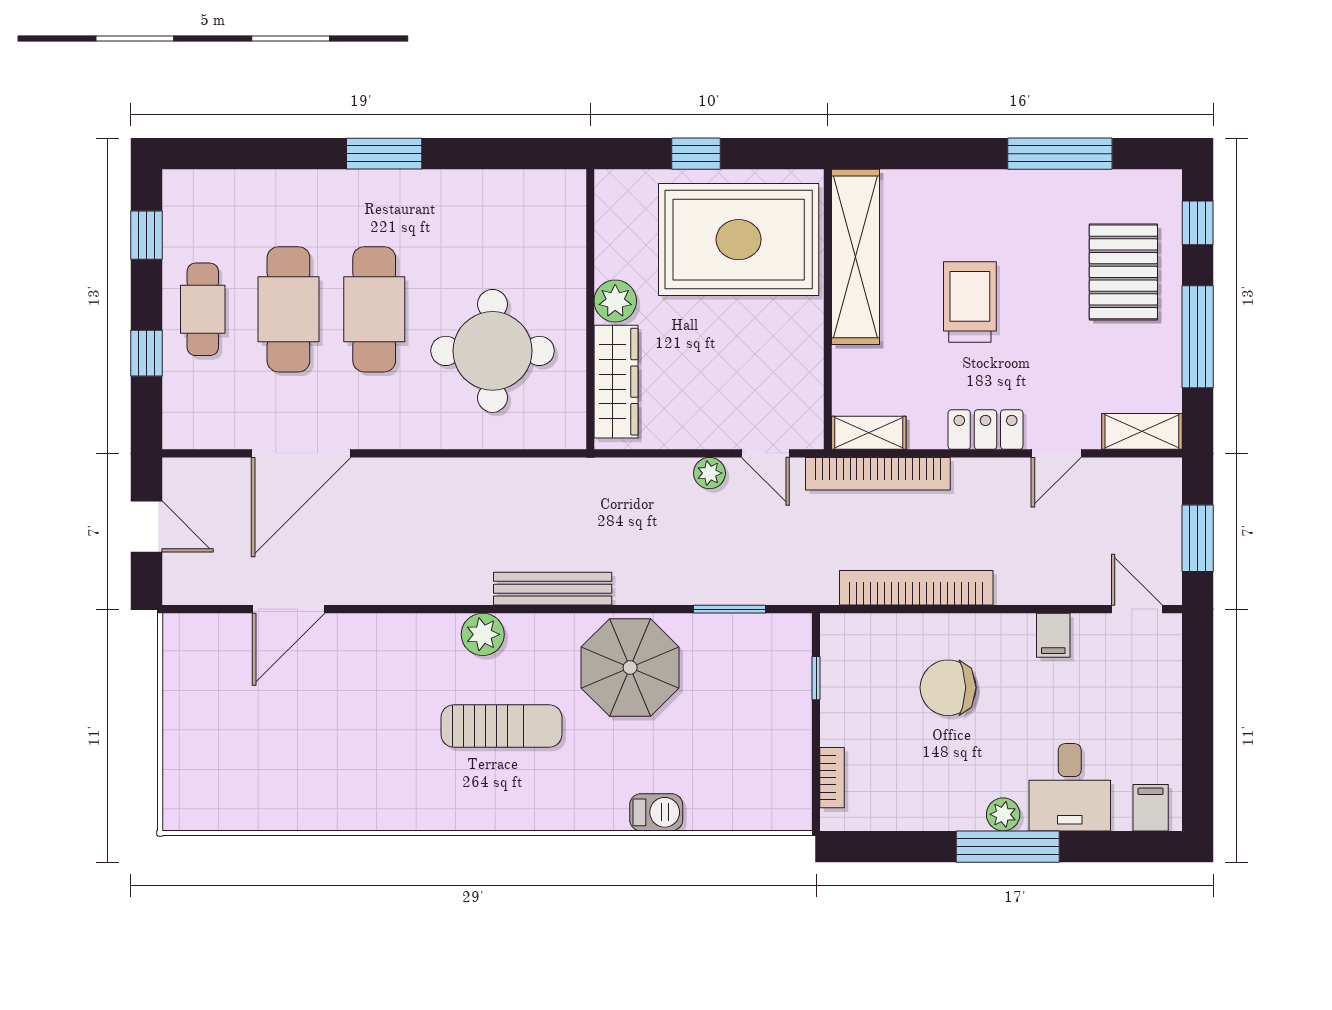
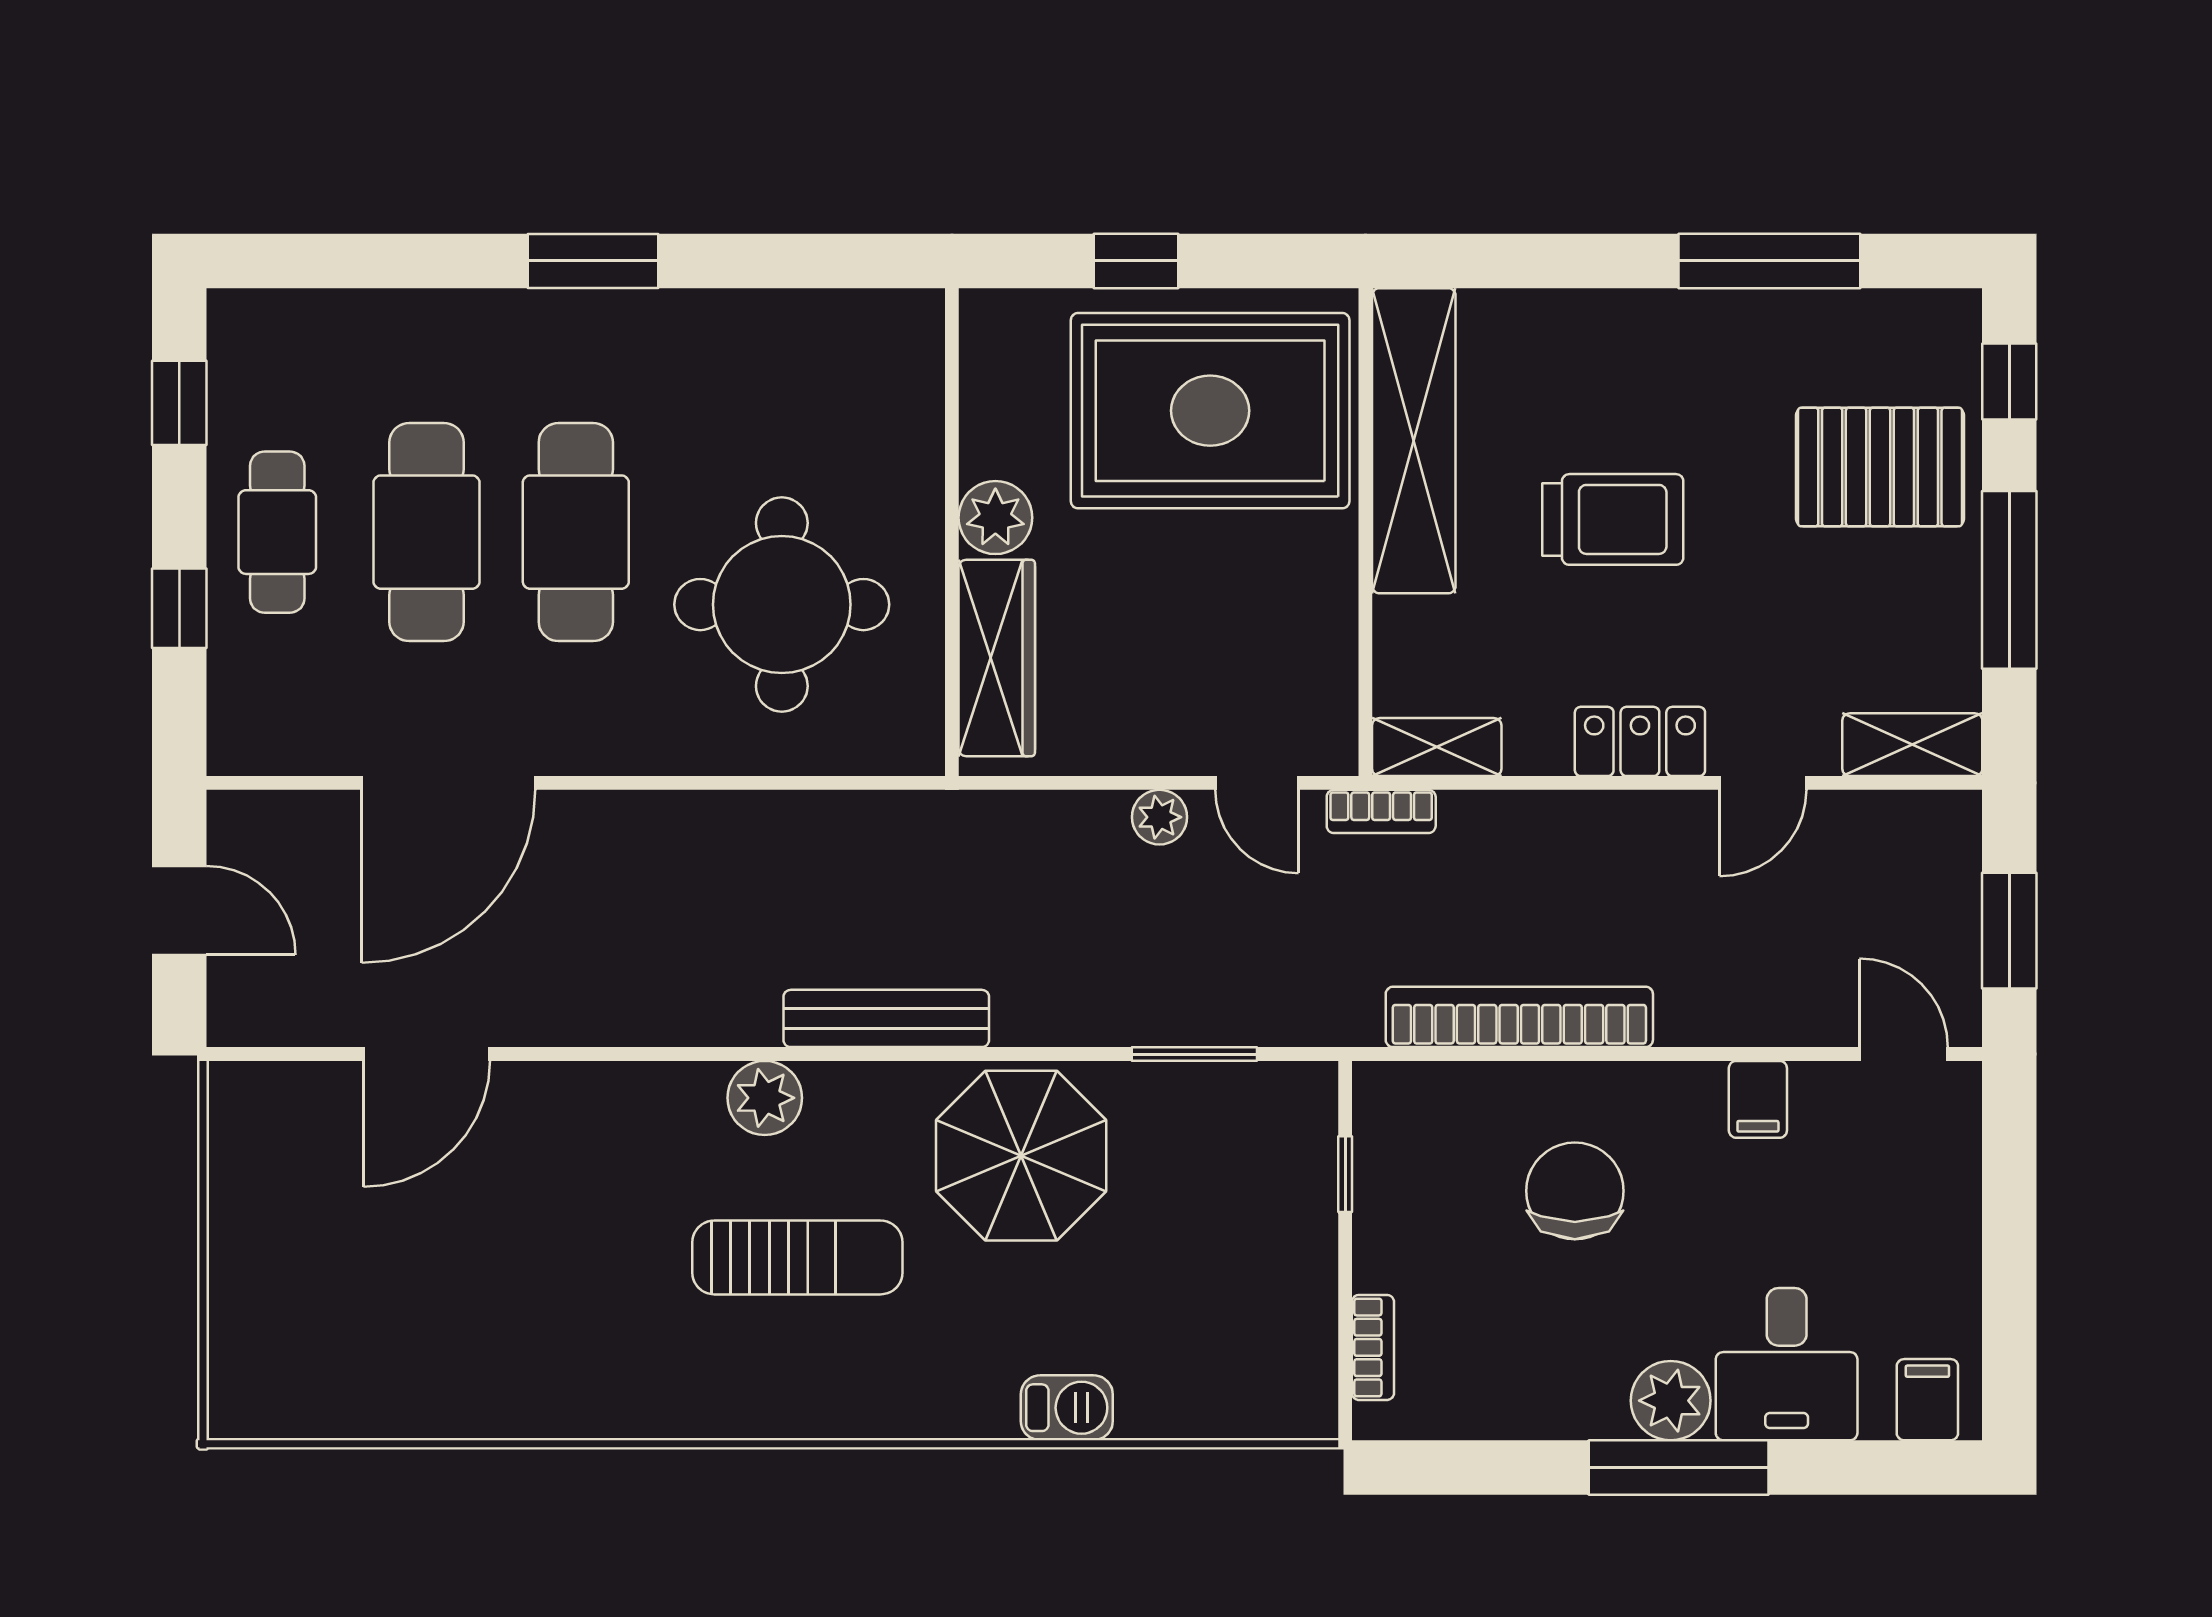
pallet: (1123, 272) -> (1880, 467), turned 90
trolley: (970, 302) -> (1613, 519), turned 90
bookcase: (878, 474) -> (1381, 811), width x0.43, depth x0.76
chair: (948, 688) -> (1575, 1191), turned 90
plant: (1003, 814) -> (1671, 1401), width x1.38, depth x1.38

